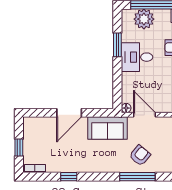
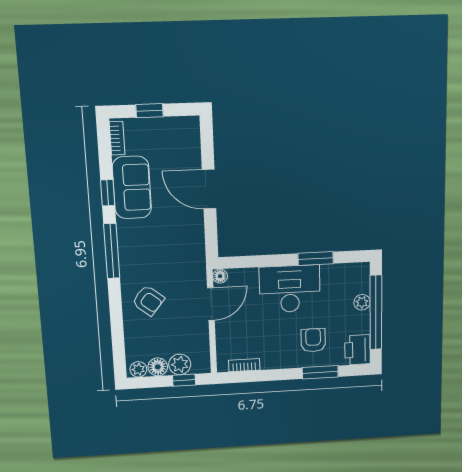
plant: (144, 19) -> (362, 302), width x0.53, depth x0.53
desk: (137, 57) -> (290, 289), width x1.37
sofa: (107, 128) -> (132, 187), moved, turned 180
window: (137, 177) -> (112, 251), moved

